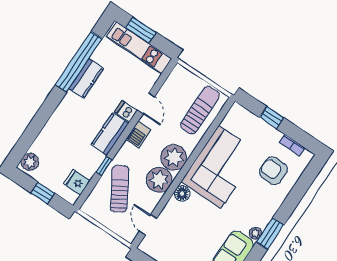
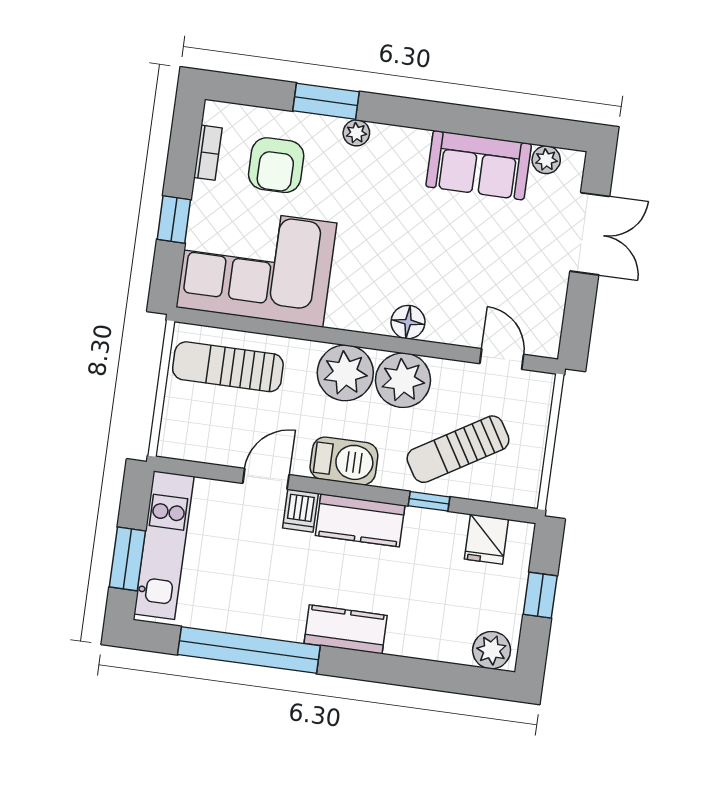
kitchen counter: (86, 79) -> (346, 629), moved
barbecue: (138, 135) -> (344, 461), width x1.38, depth x1.27
corner sofa: (220, 167) -> (257, 265), moved
door: (148, 225) -> (502, 359), swing flipped
plant: (255, 233) -> (356, 133), moved
window: (270, 234) -> (326, 101), moved

